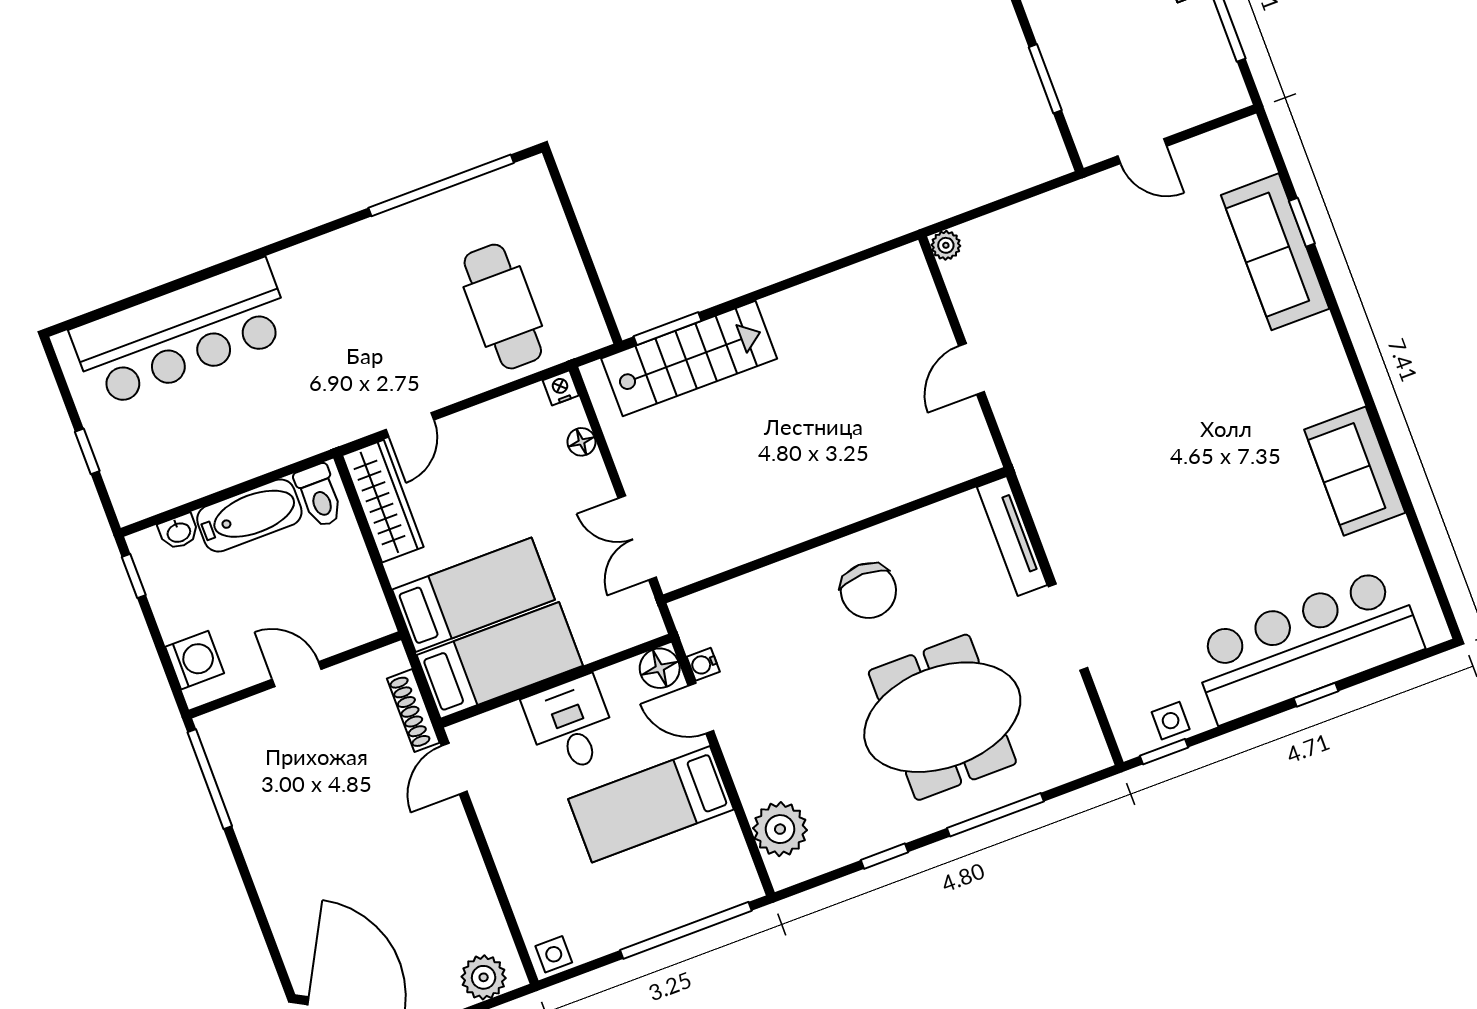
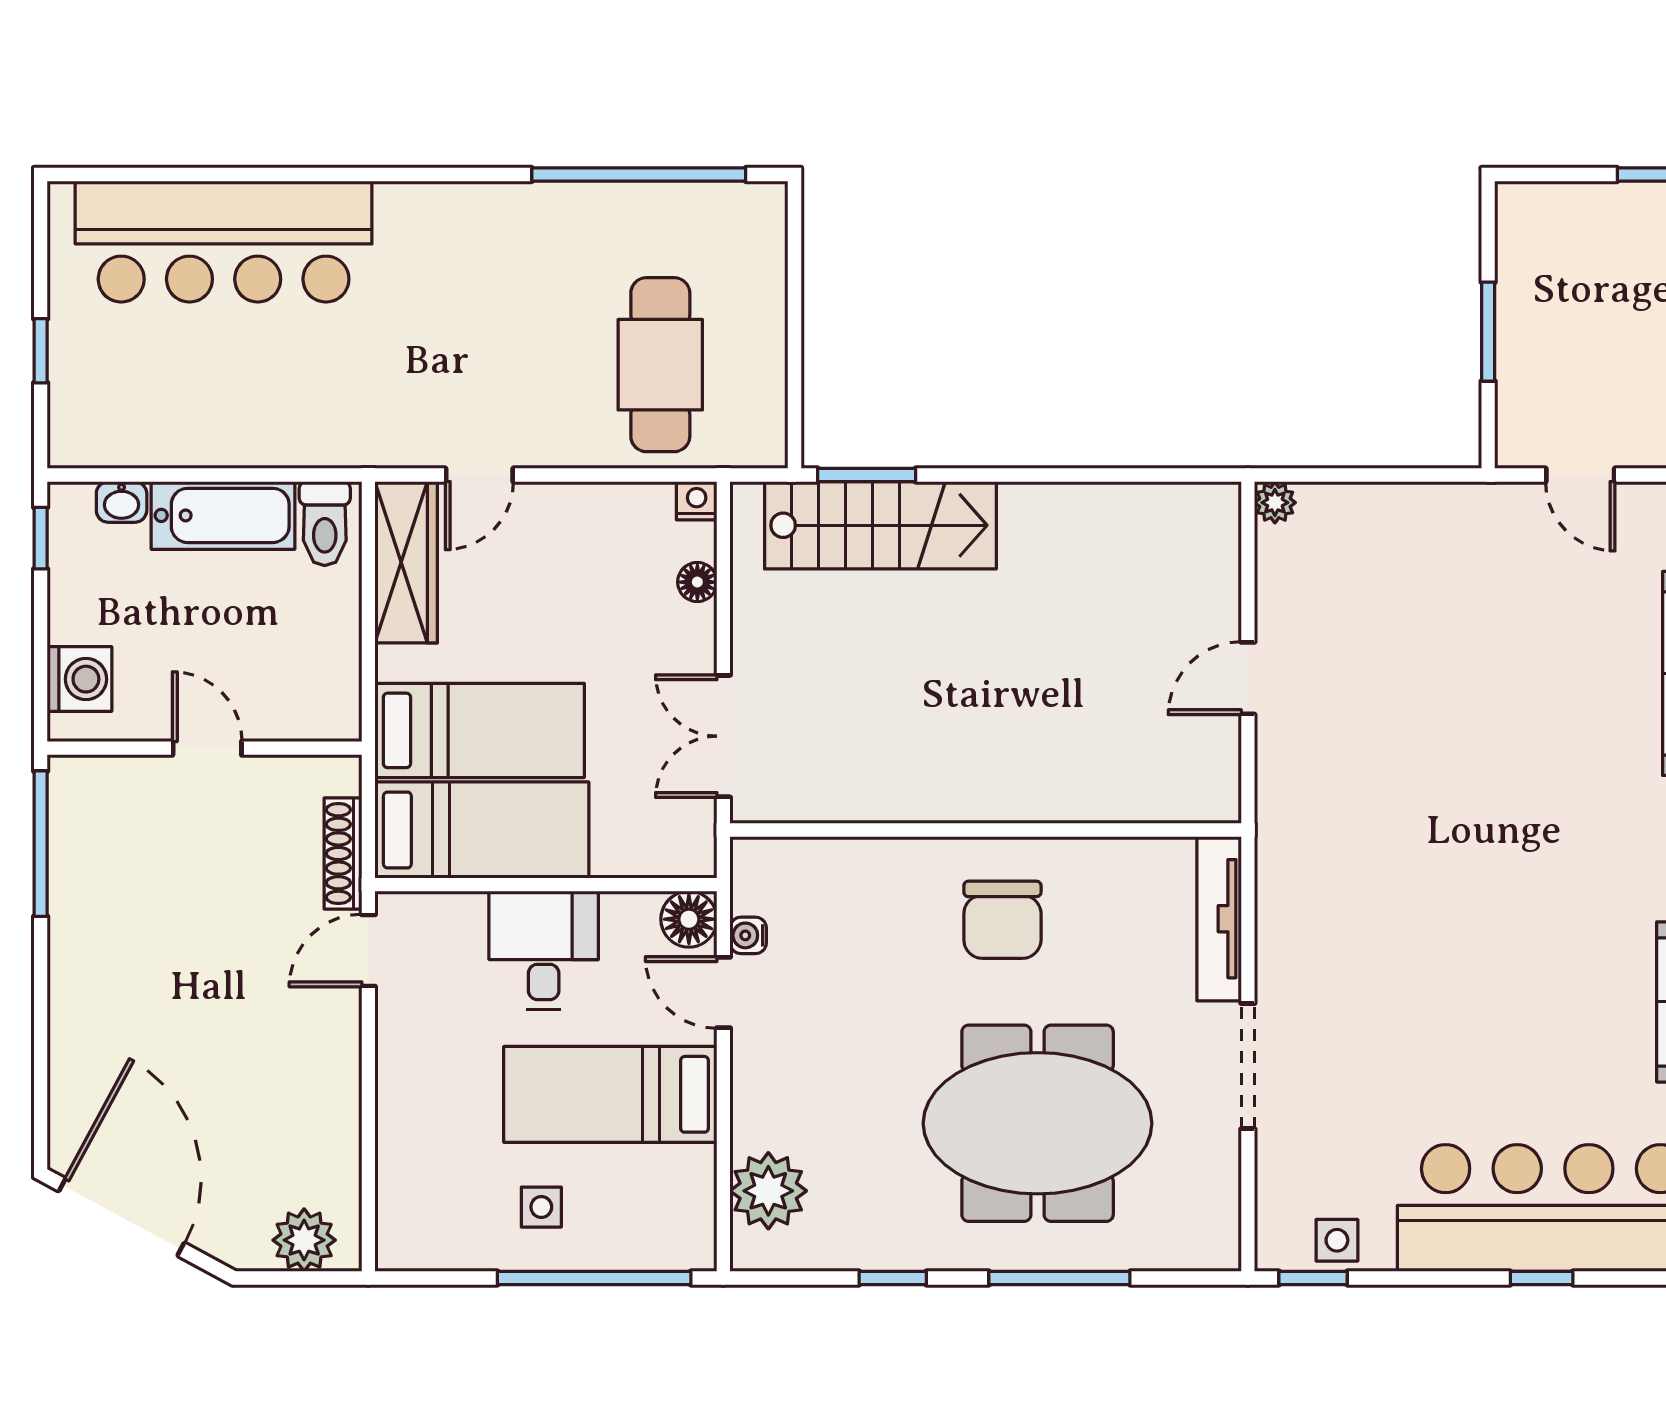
side table: (554, 954) -> (541, 1207), moved

